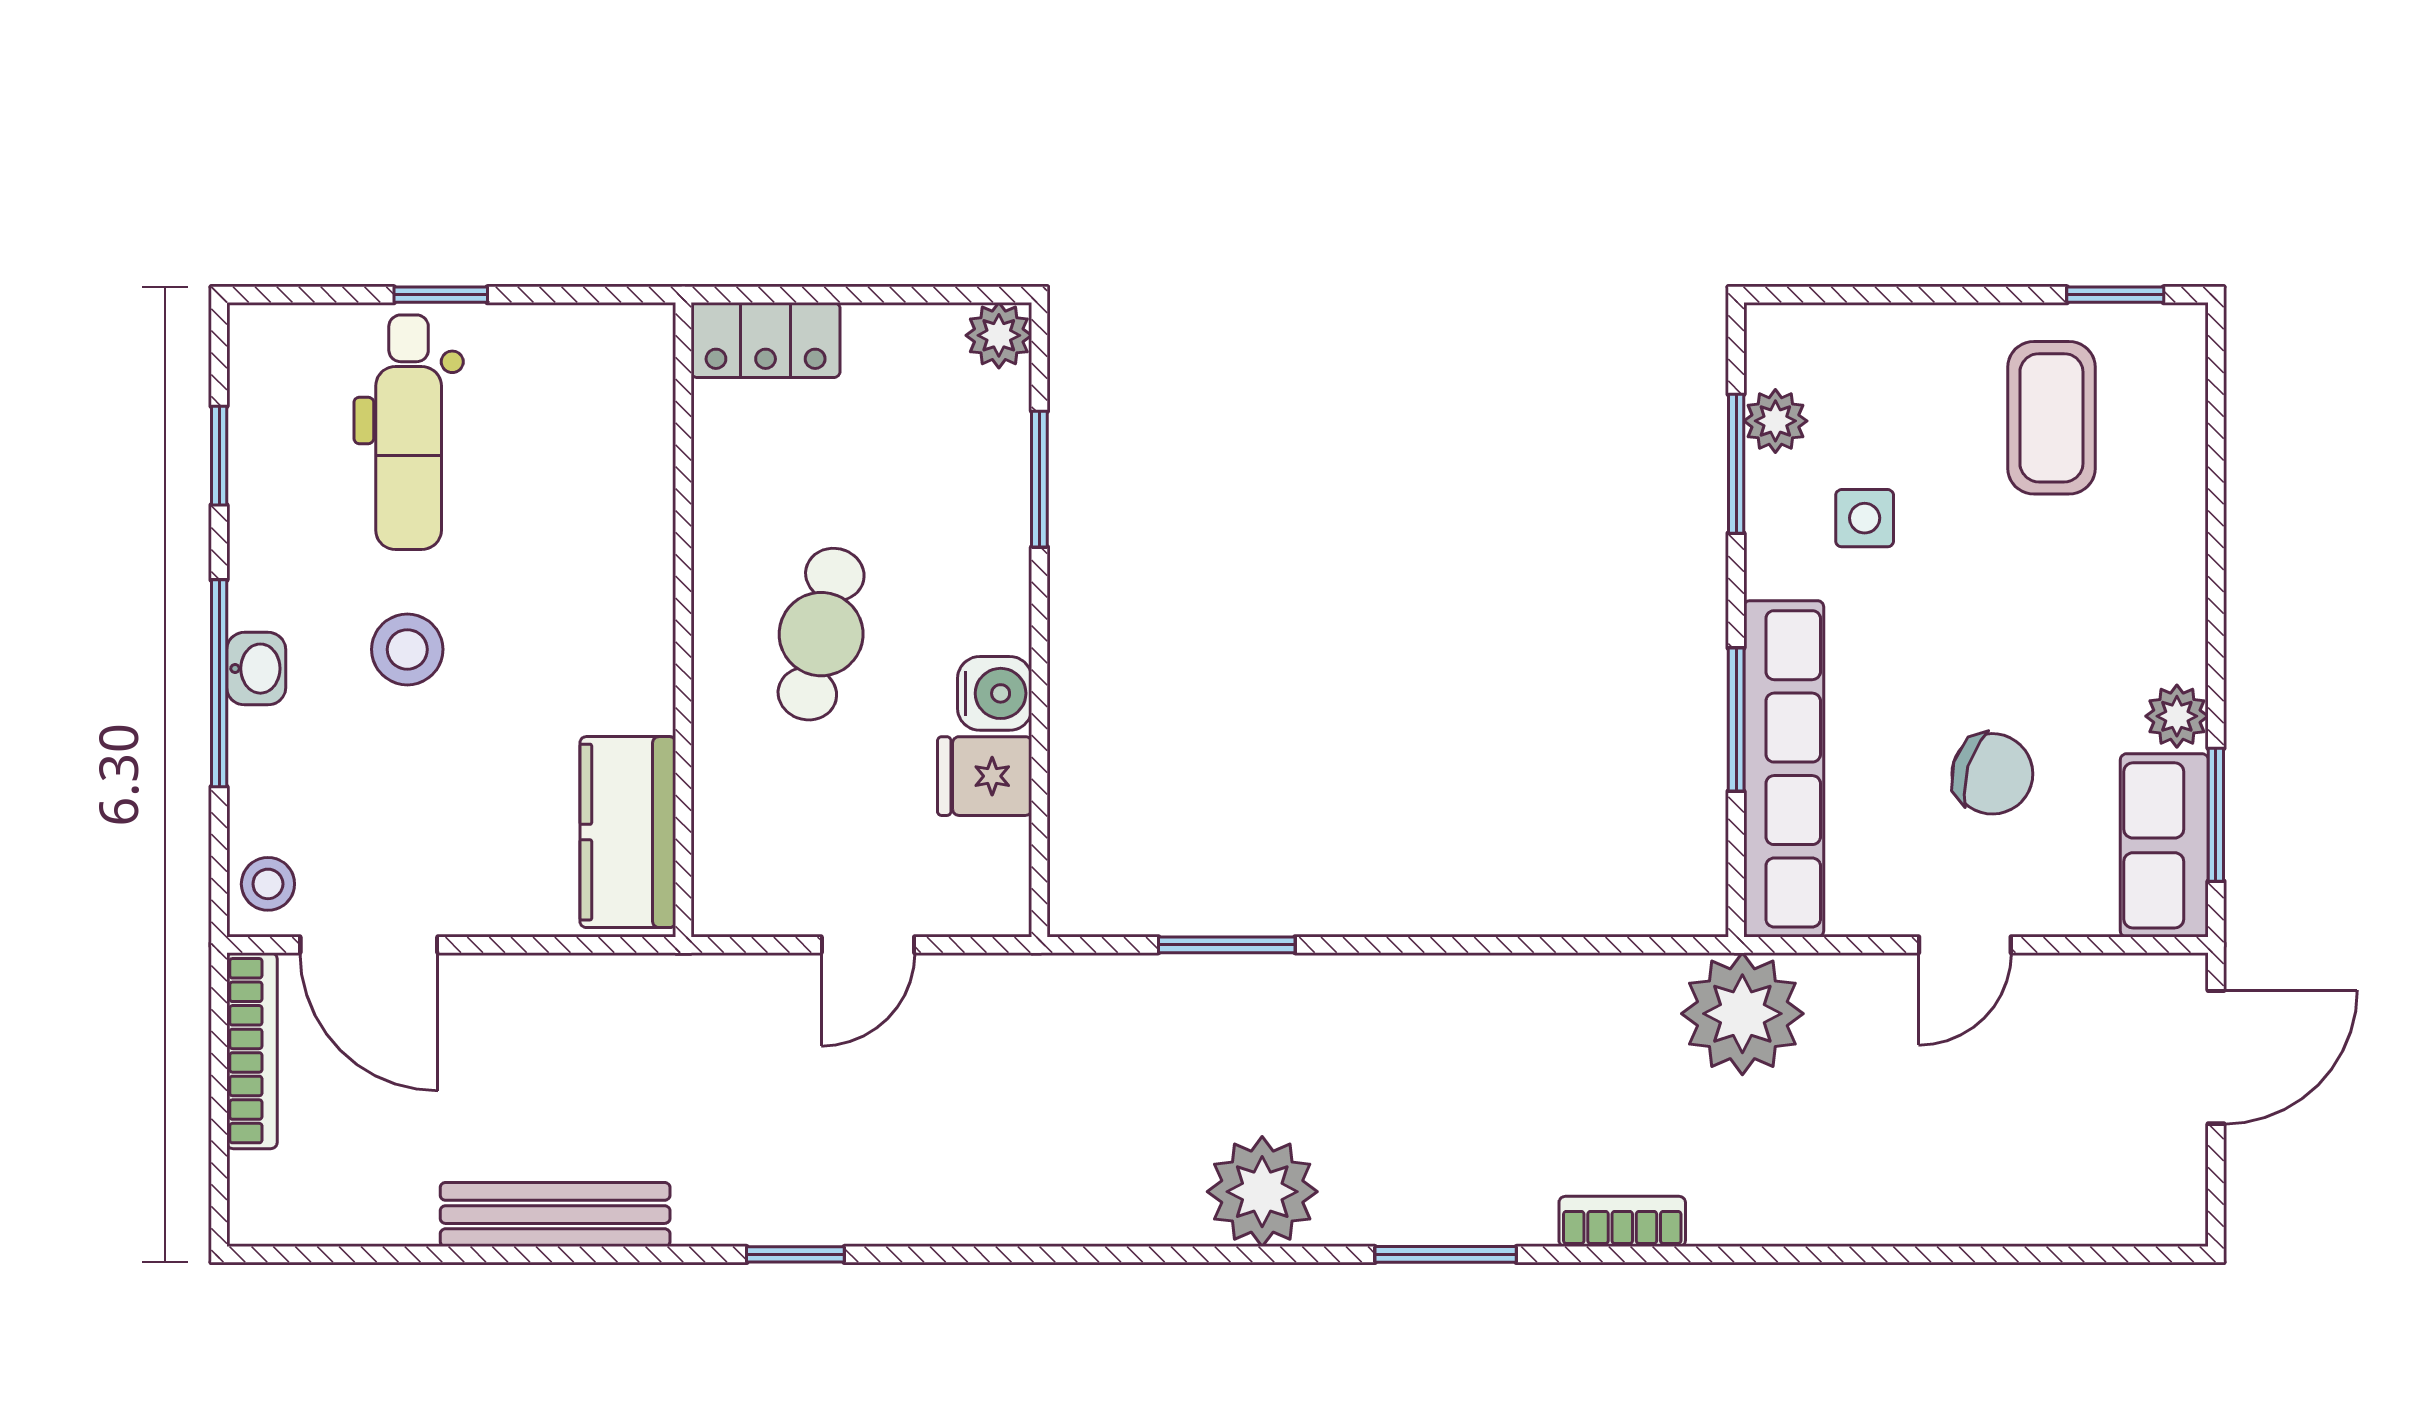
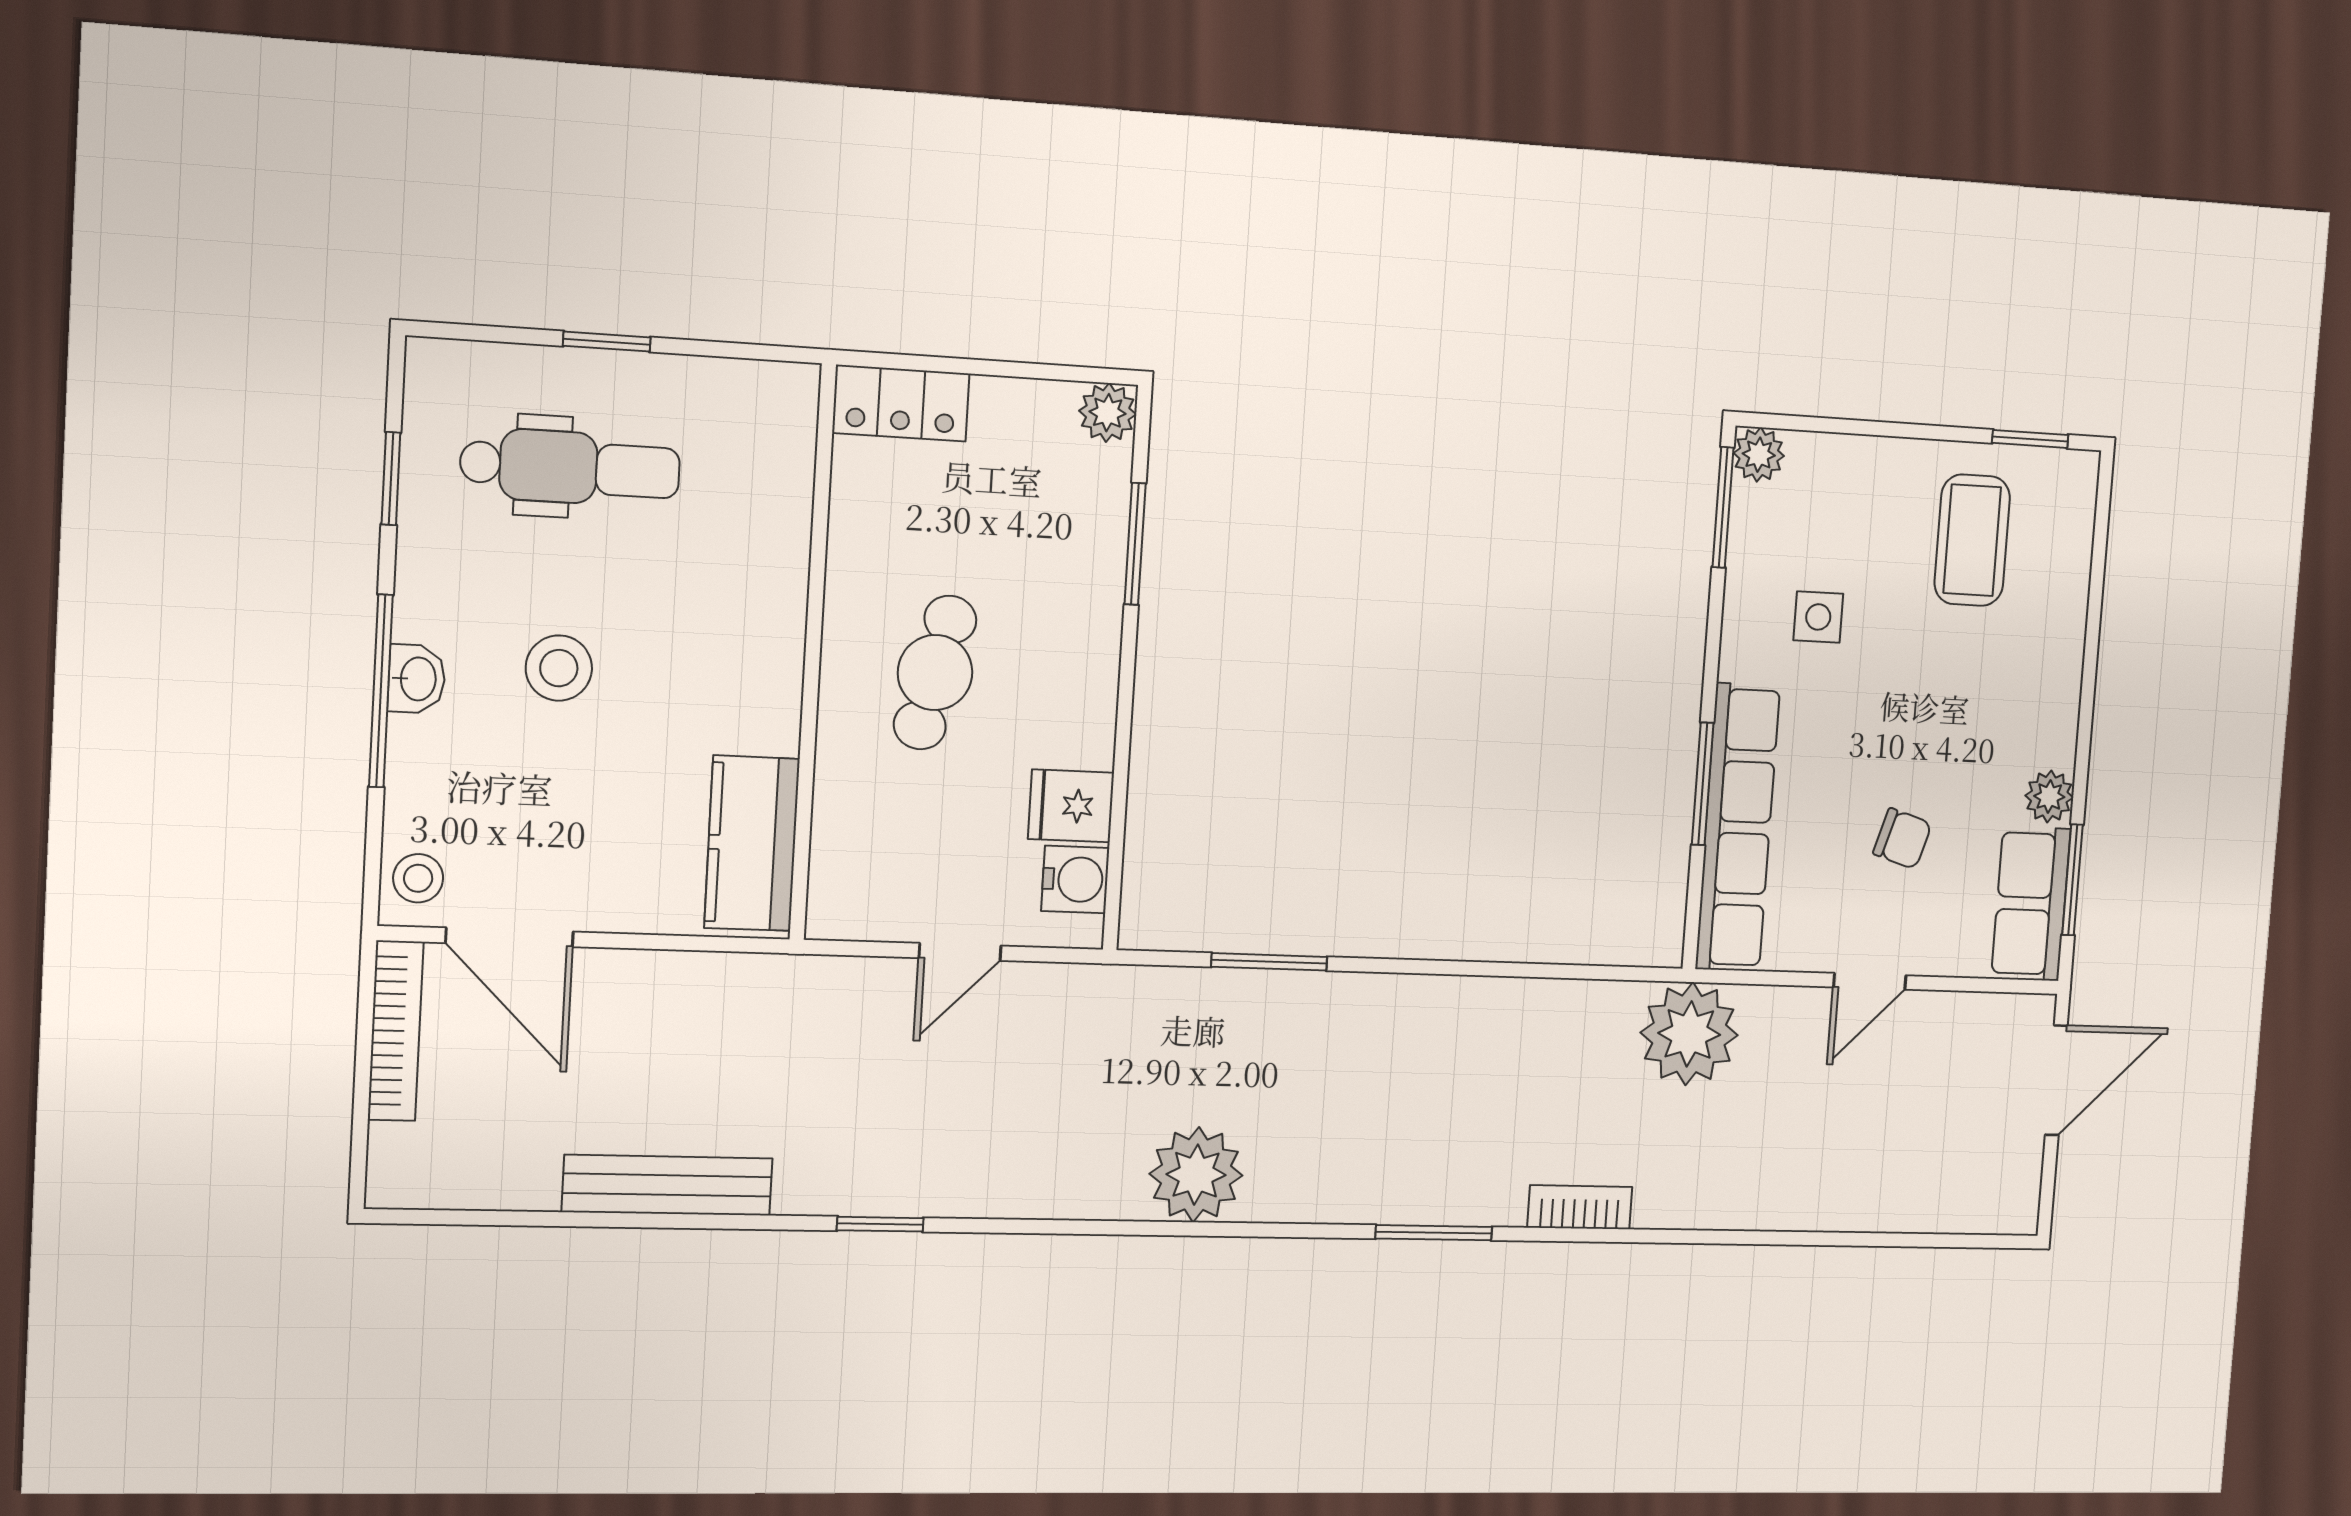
plant: (1775, 421) -> (1759, 455), moved
dental chair: (409, 432) -> (570, 467), turned -90
window: (1736, 464) -> (1723, 507), moved
water cooler: (995, 693) -> (1075, 879), moved
chair: (1992, 774) -> (1902, 839), width x0.73, depth x0.73
plant: (1262, 1192) -> (1196, 1175), moved

